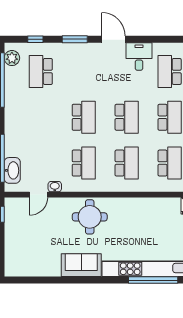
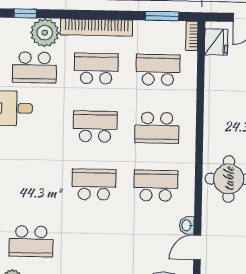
school desk: (127, 163) -> (157, 128), turned 180
door: (39, 195) -> (197, 247), swing flipped

